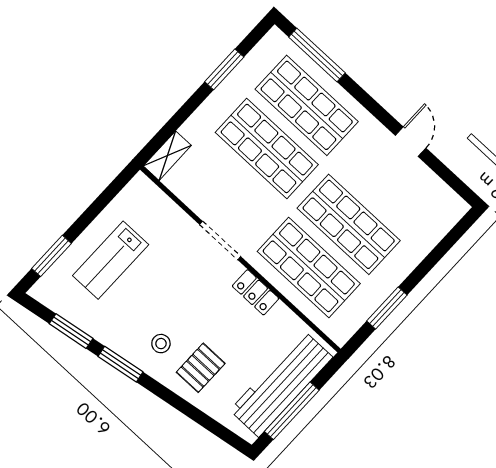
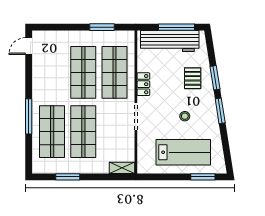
window: (317, 55) -> (29, 116), moved
door: (411, 142) -> (29, 46), moved
lab bench: (111, 260) -> (183, 152), width x1.36, depth x1.39
window: (71, 331) -> (215, 78), moved
stool: (161, 344) -> (185, 116), moved
pallet: (201, 368) -> (193, 78), turned 90

